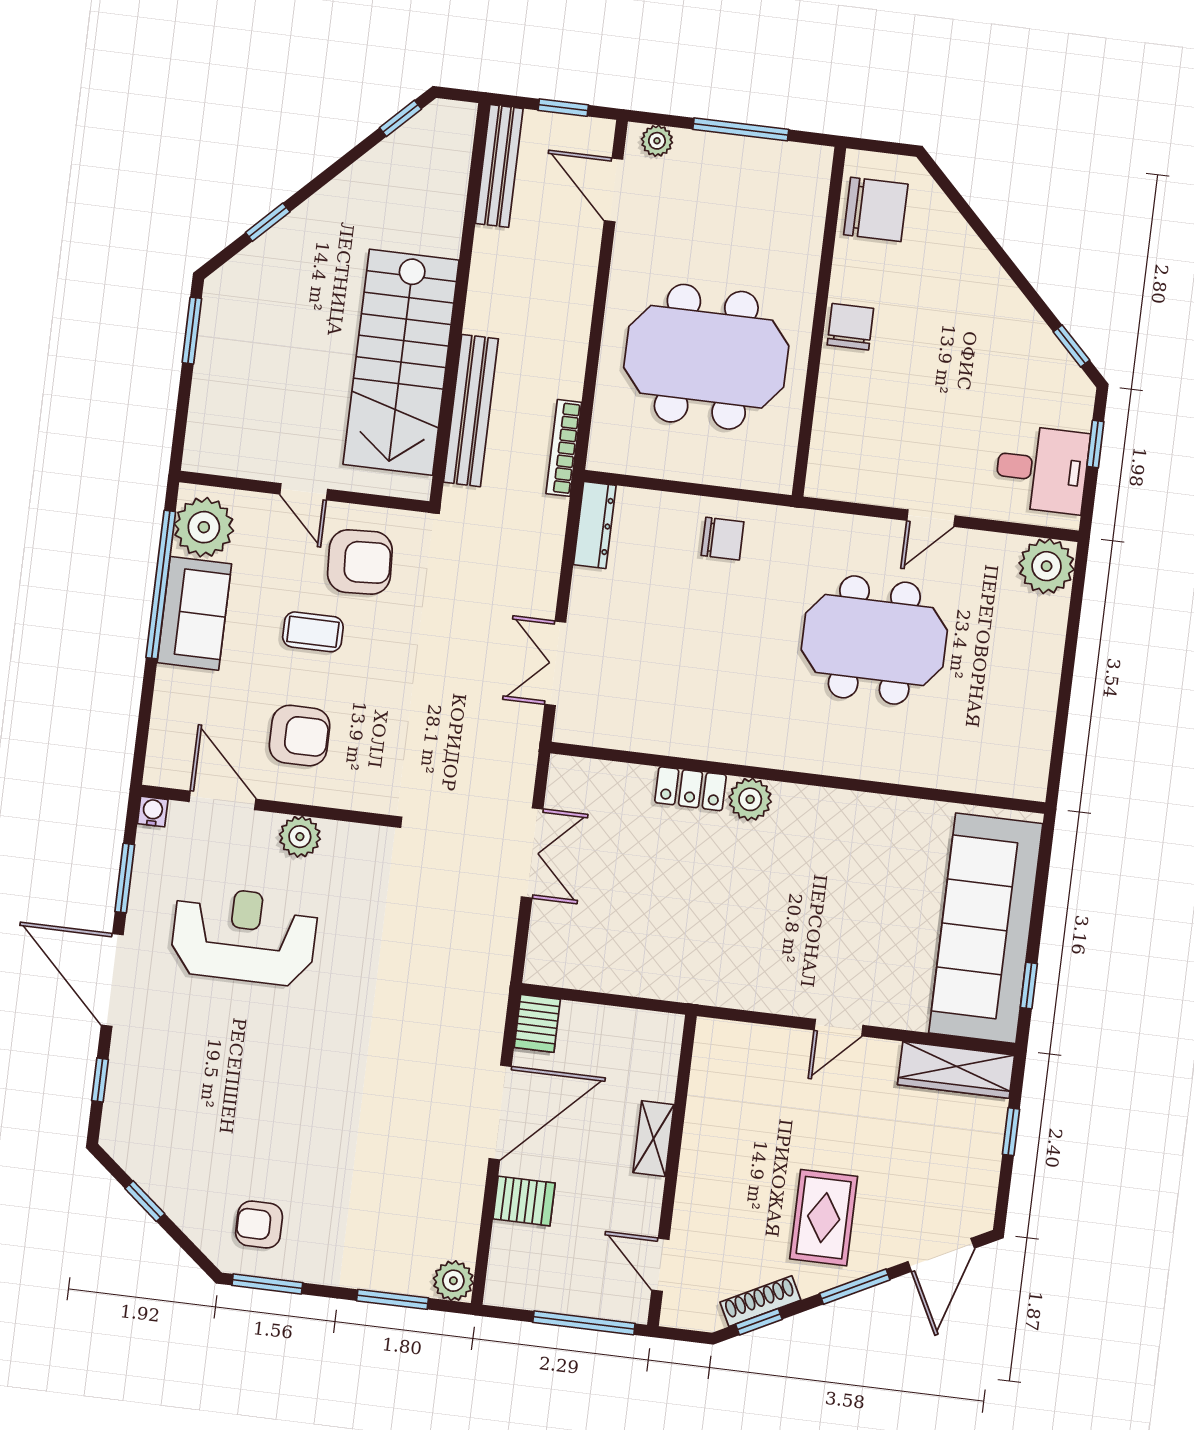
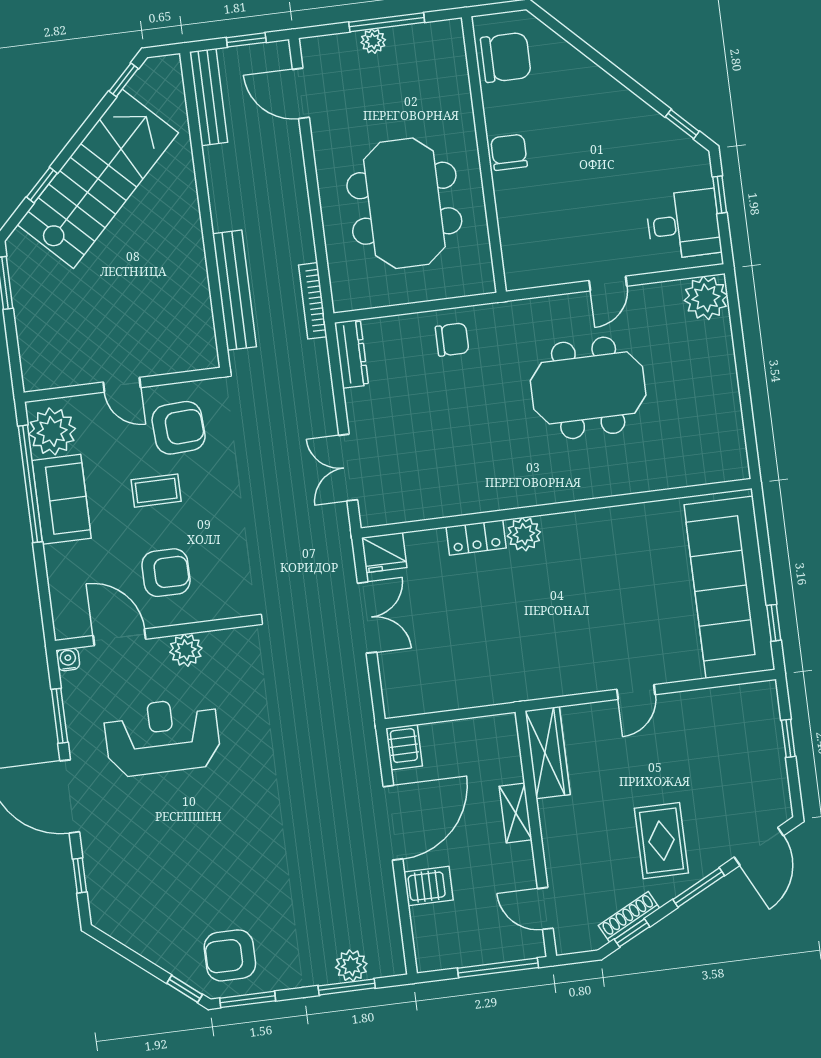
plant: (657, 141) -> (373, 41), moved
meeting table: (706, 357) -> (404, 203), turned 90
stairs: (401, 362) -> (98, 179), moved, turned -135
fridge: (573, 779) -> (384, 553), added
wardrobe: (956, 1070) -> (548, 753), moved, turned -90
window: (145, 1201) -> (185, 989), moved
armchair: (259, 1225) -> (230, 955), width x1.38, depth x1.38
plant: (453, 1281) -> (351, 966), moved

